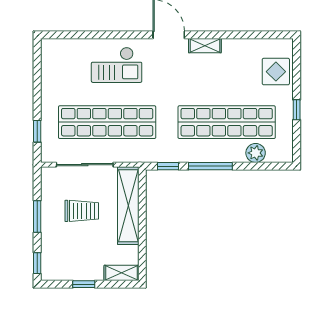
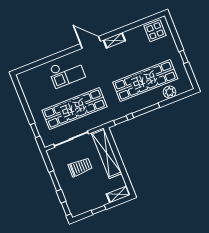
display table: (276, 72) -> (155, 31), moved

